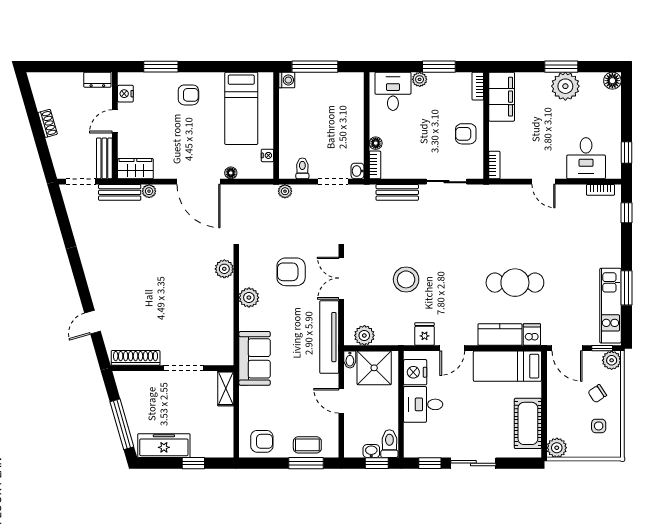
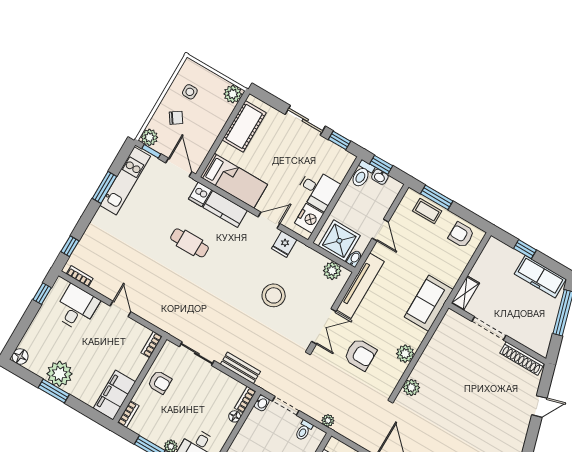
cafe table: (515, 283) -> (189, 243), width x0.73, depth x0.74

